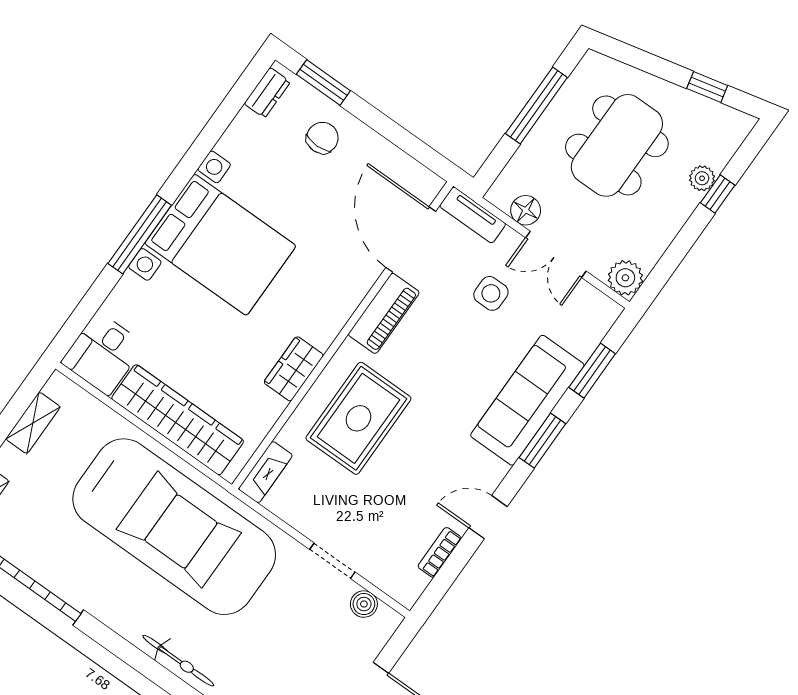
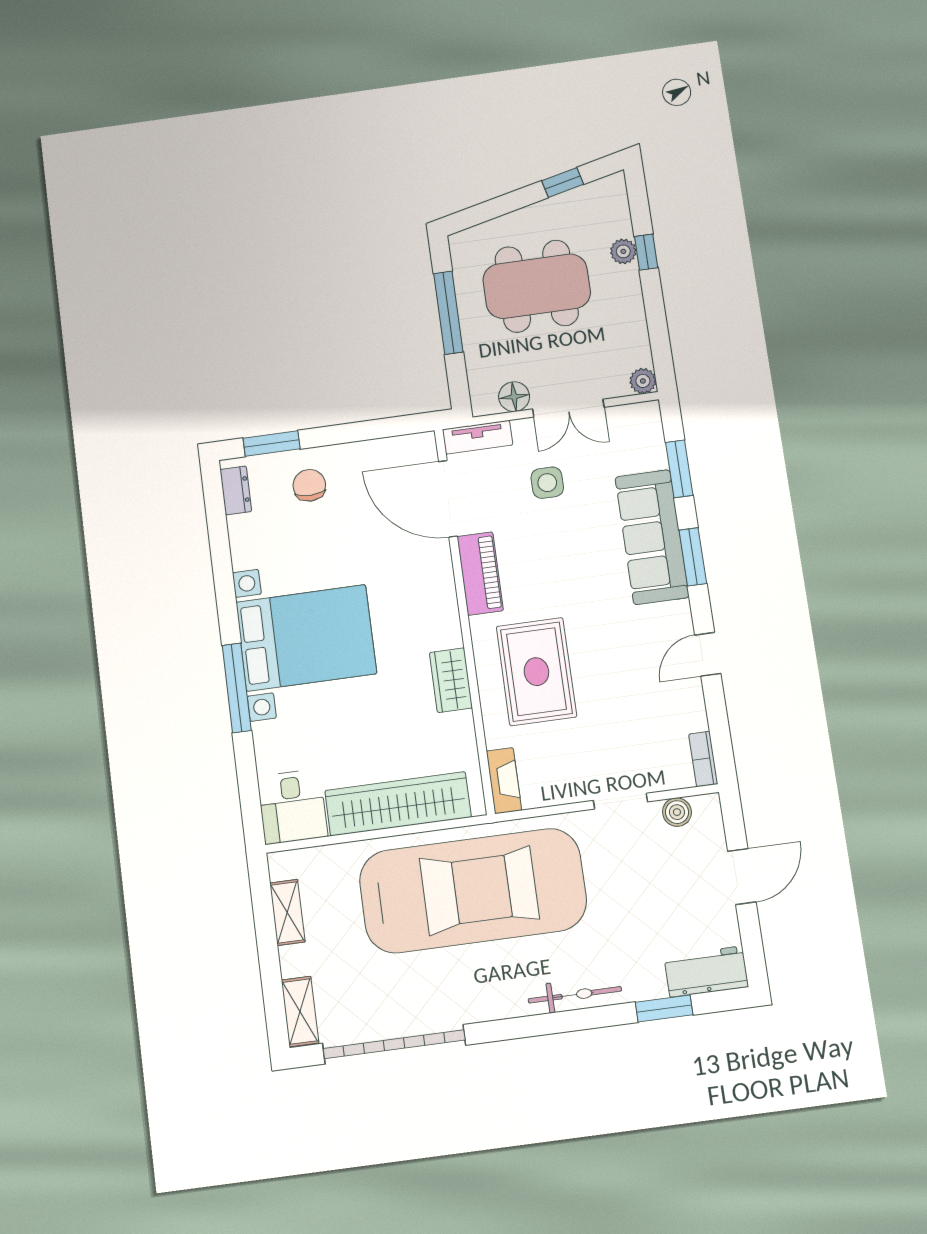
dining table: (617, 145) -> (537, 286), turned 90
plant: (625, 278) -> (643, 381), width x0.73, depth x0.73
bookcase: (440, 552) -> (703, 759), moved

